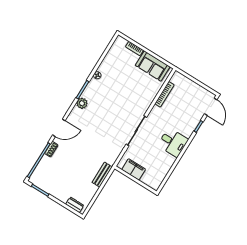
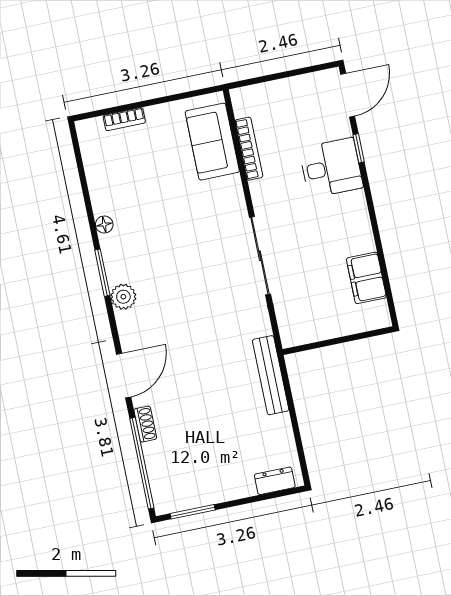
sofa: (153, 66) -> (212, 142), moved, turned 90
door: (211, 107) -> (348, 95), hinge flipped
desk: (173, 142) -> (331, 168), moved
filing cabinet: (134, 169) -> (366, 278), moved, turned -90
bench: (102, 175) -> (271, 375), width x1.36

